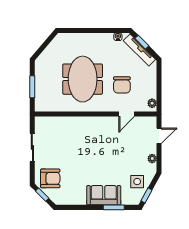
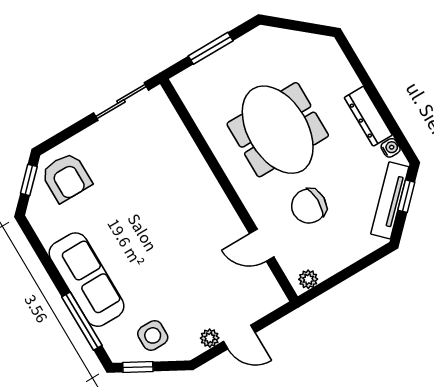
dresser: (99, 38) -> (368, 116), added
meeting table: (83, 79) -> (278, 130), turned 90
door: (159, 136) -> (239, 337), moved
sliding door: (32, 147) -> (121, 102), moved
sofa: (104, 195) -> (87, 280), width x1.36
window: (114, 207) -> (82, 321), width x1.44

